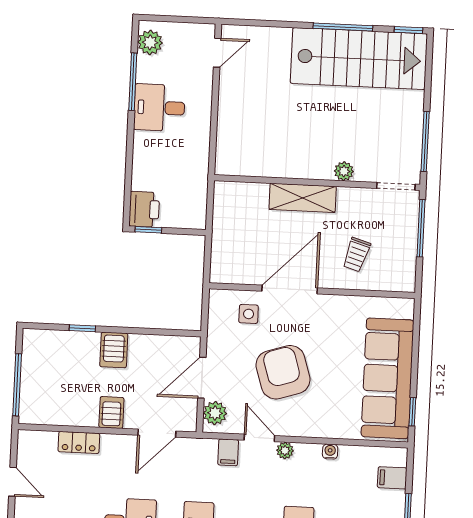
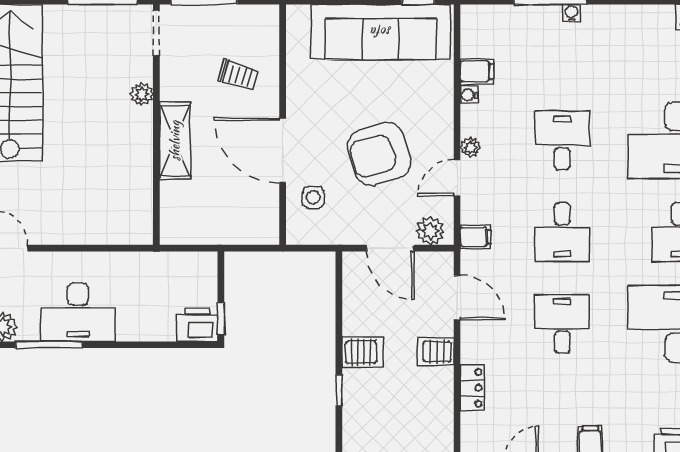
desk: (159, 108) -> (78, 312), width x1.37
filing cabinet: (228, 452) -> (476, 237), moved
filing cabinet: (392, 478) -> (477, 71), moved, turned -90

